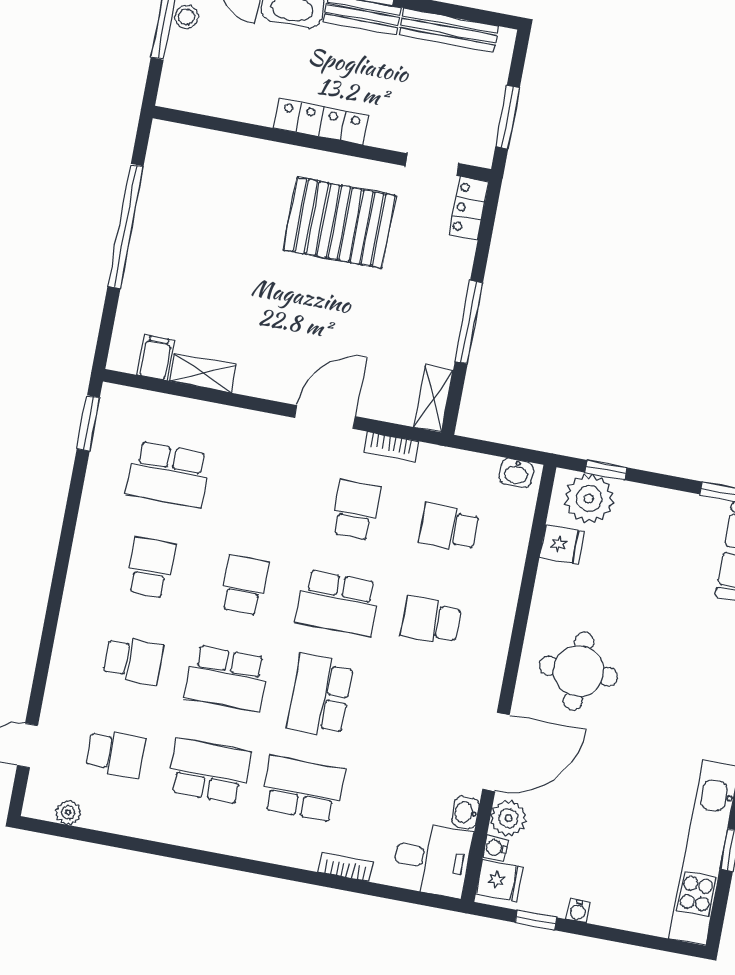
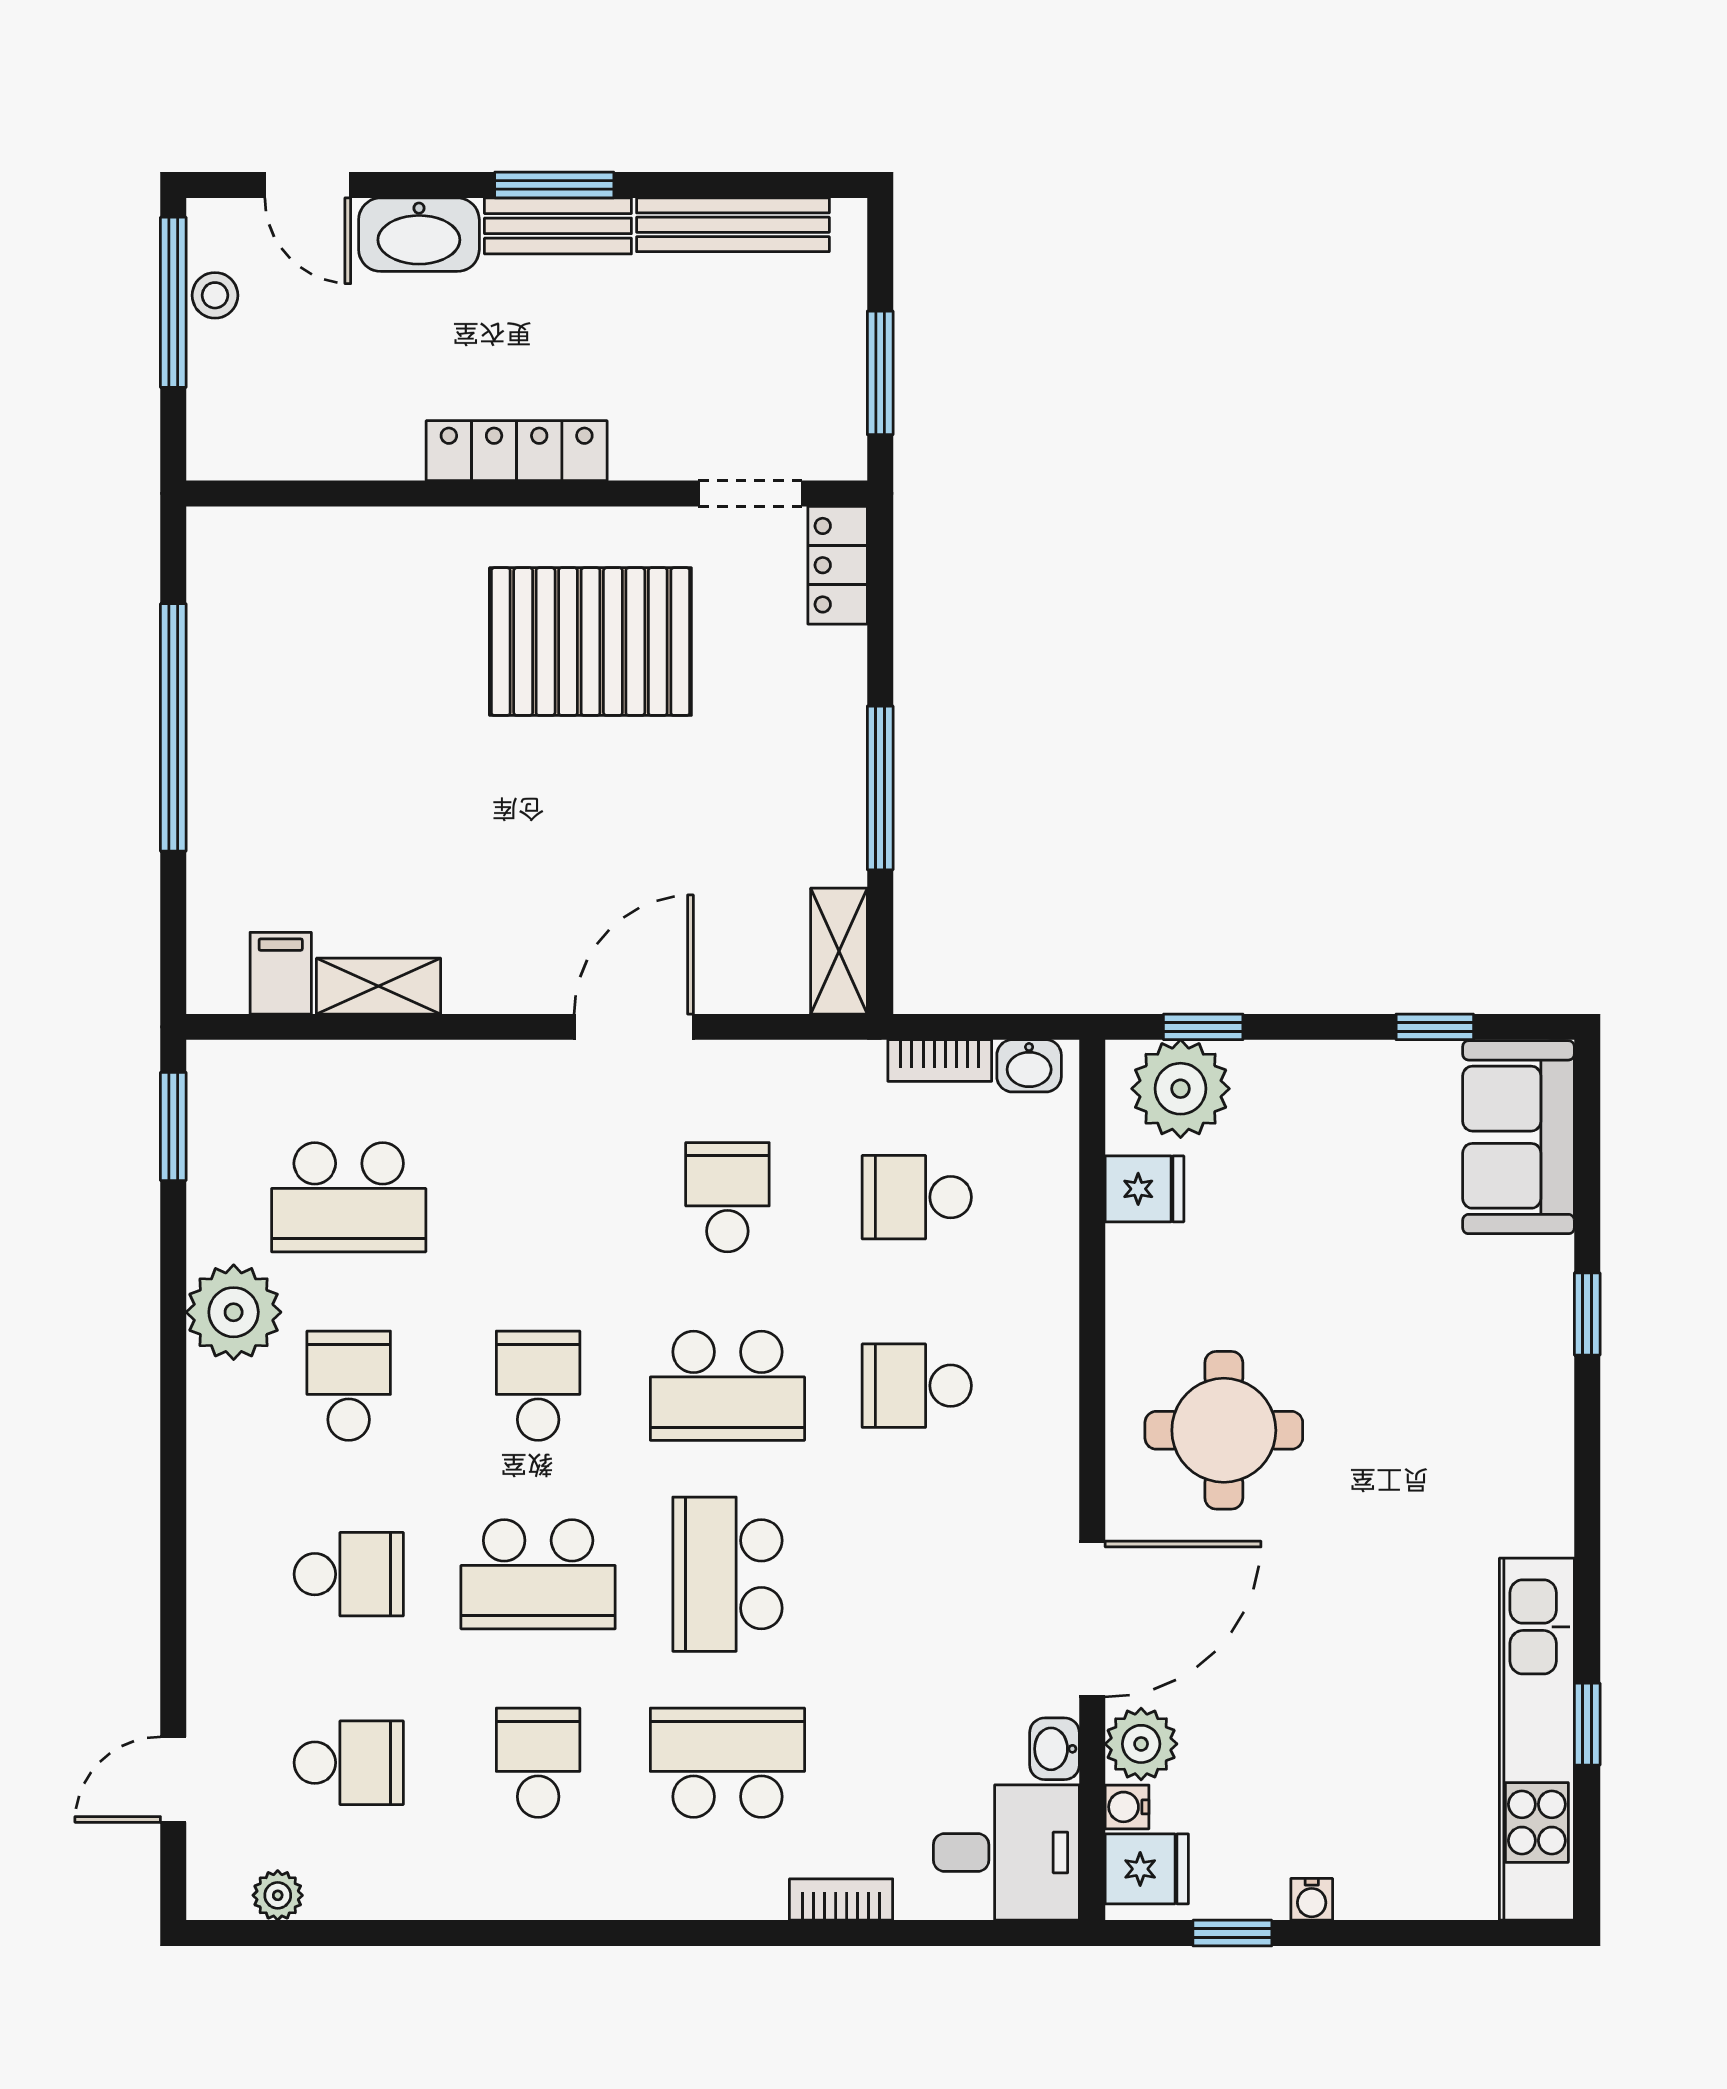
bookcase: (391, 447) -> (940, 1060), moved
plant: (101, 520) -> (234, 1312), added
school desk: (209, 771) -> (538, 1763), width x0.54

